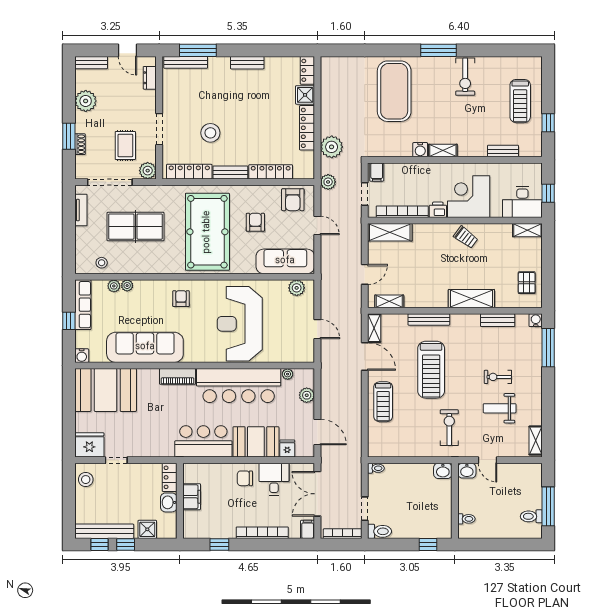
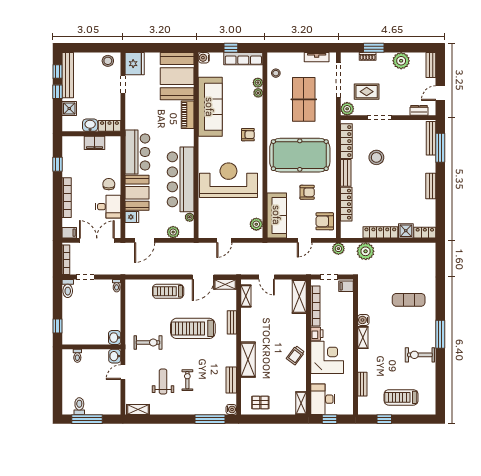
exercise mat: (394, 91) -> (409, 300), width x0.50, depth x0.69
bench: (429, 320) -> (232, 322), width x0.73
piano: (178, 376) -> (188, 115), moved

